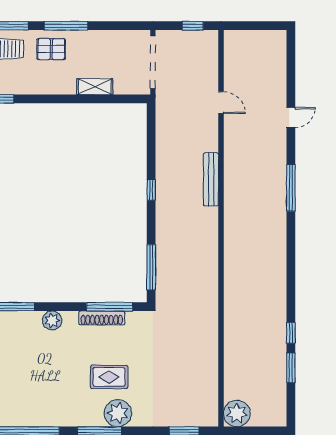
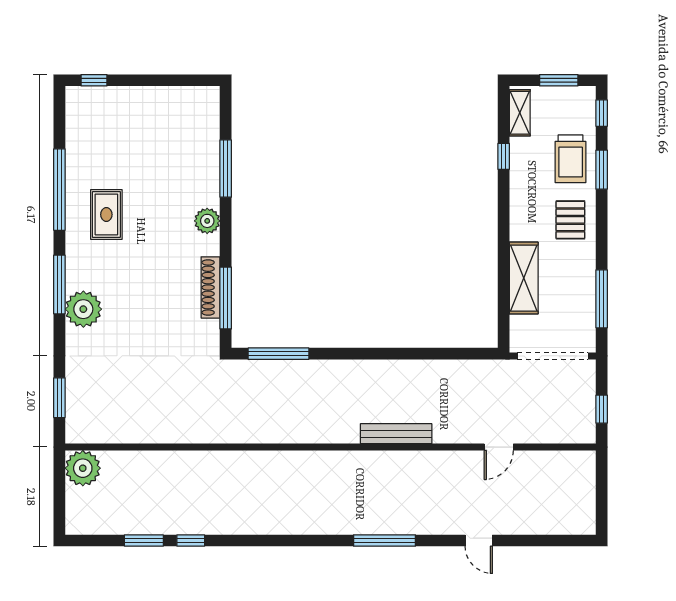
window: (66, 26) -> (602, 299), moved
shelving: (95, 87) -> (524, 278), width x1.50, depth x1.33
window: (151, 190) -> (382, 354), removed
rug: (109, 377) -> (106, 215), moved

